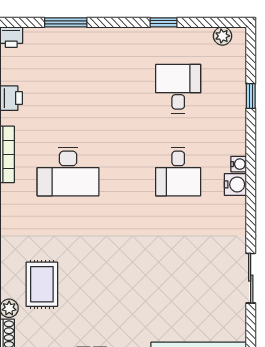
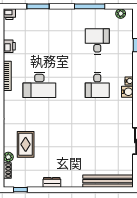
window: (164, 22) -> (90, 6), width x2.17

